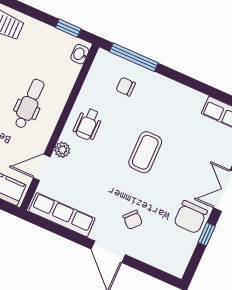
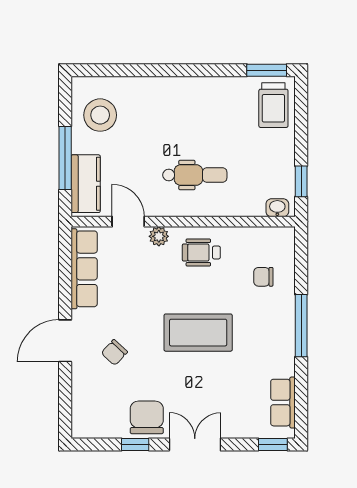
window: (134, 57) -> (301, 326), moved
chair: (126, 87) -> (263, 277), turned -90
coffee table: (145, 152) -> (198, 333), width x1.36, depth x1.32
chair: (190, 217) -> (147, 417), turned 90

